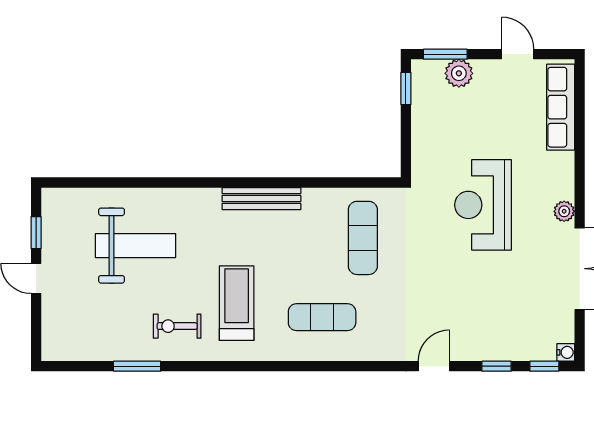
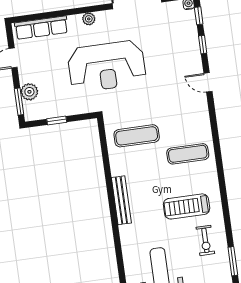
window: (406, 88) -> (57, 120), moved
reception desk: (483, 205) -> (107, 66), width x1.36, depth x1.30
plant: (564, 211) -> (89, 19), moved
exercise mat: (322, 317) -> (188, 154), turned 90

